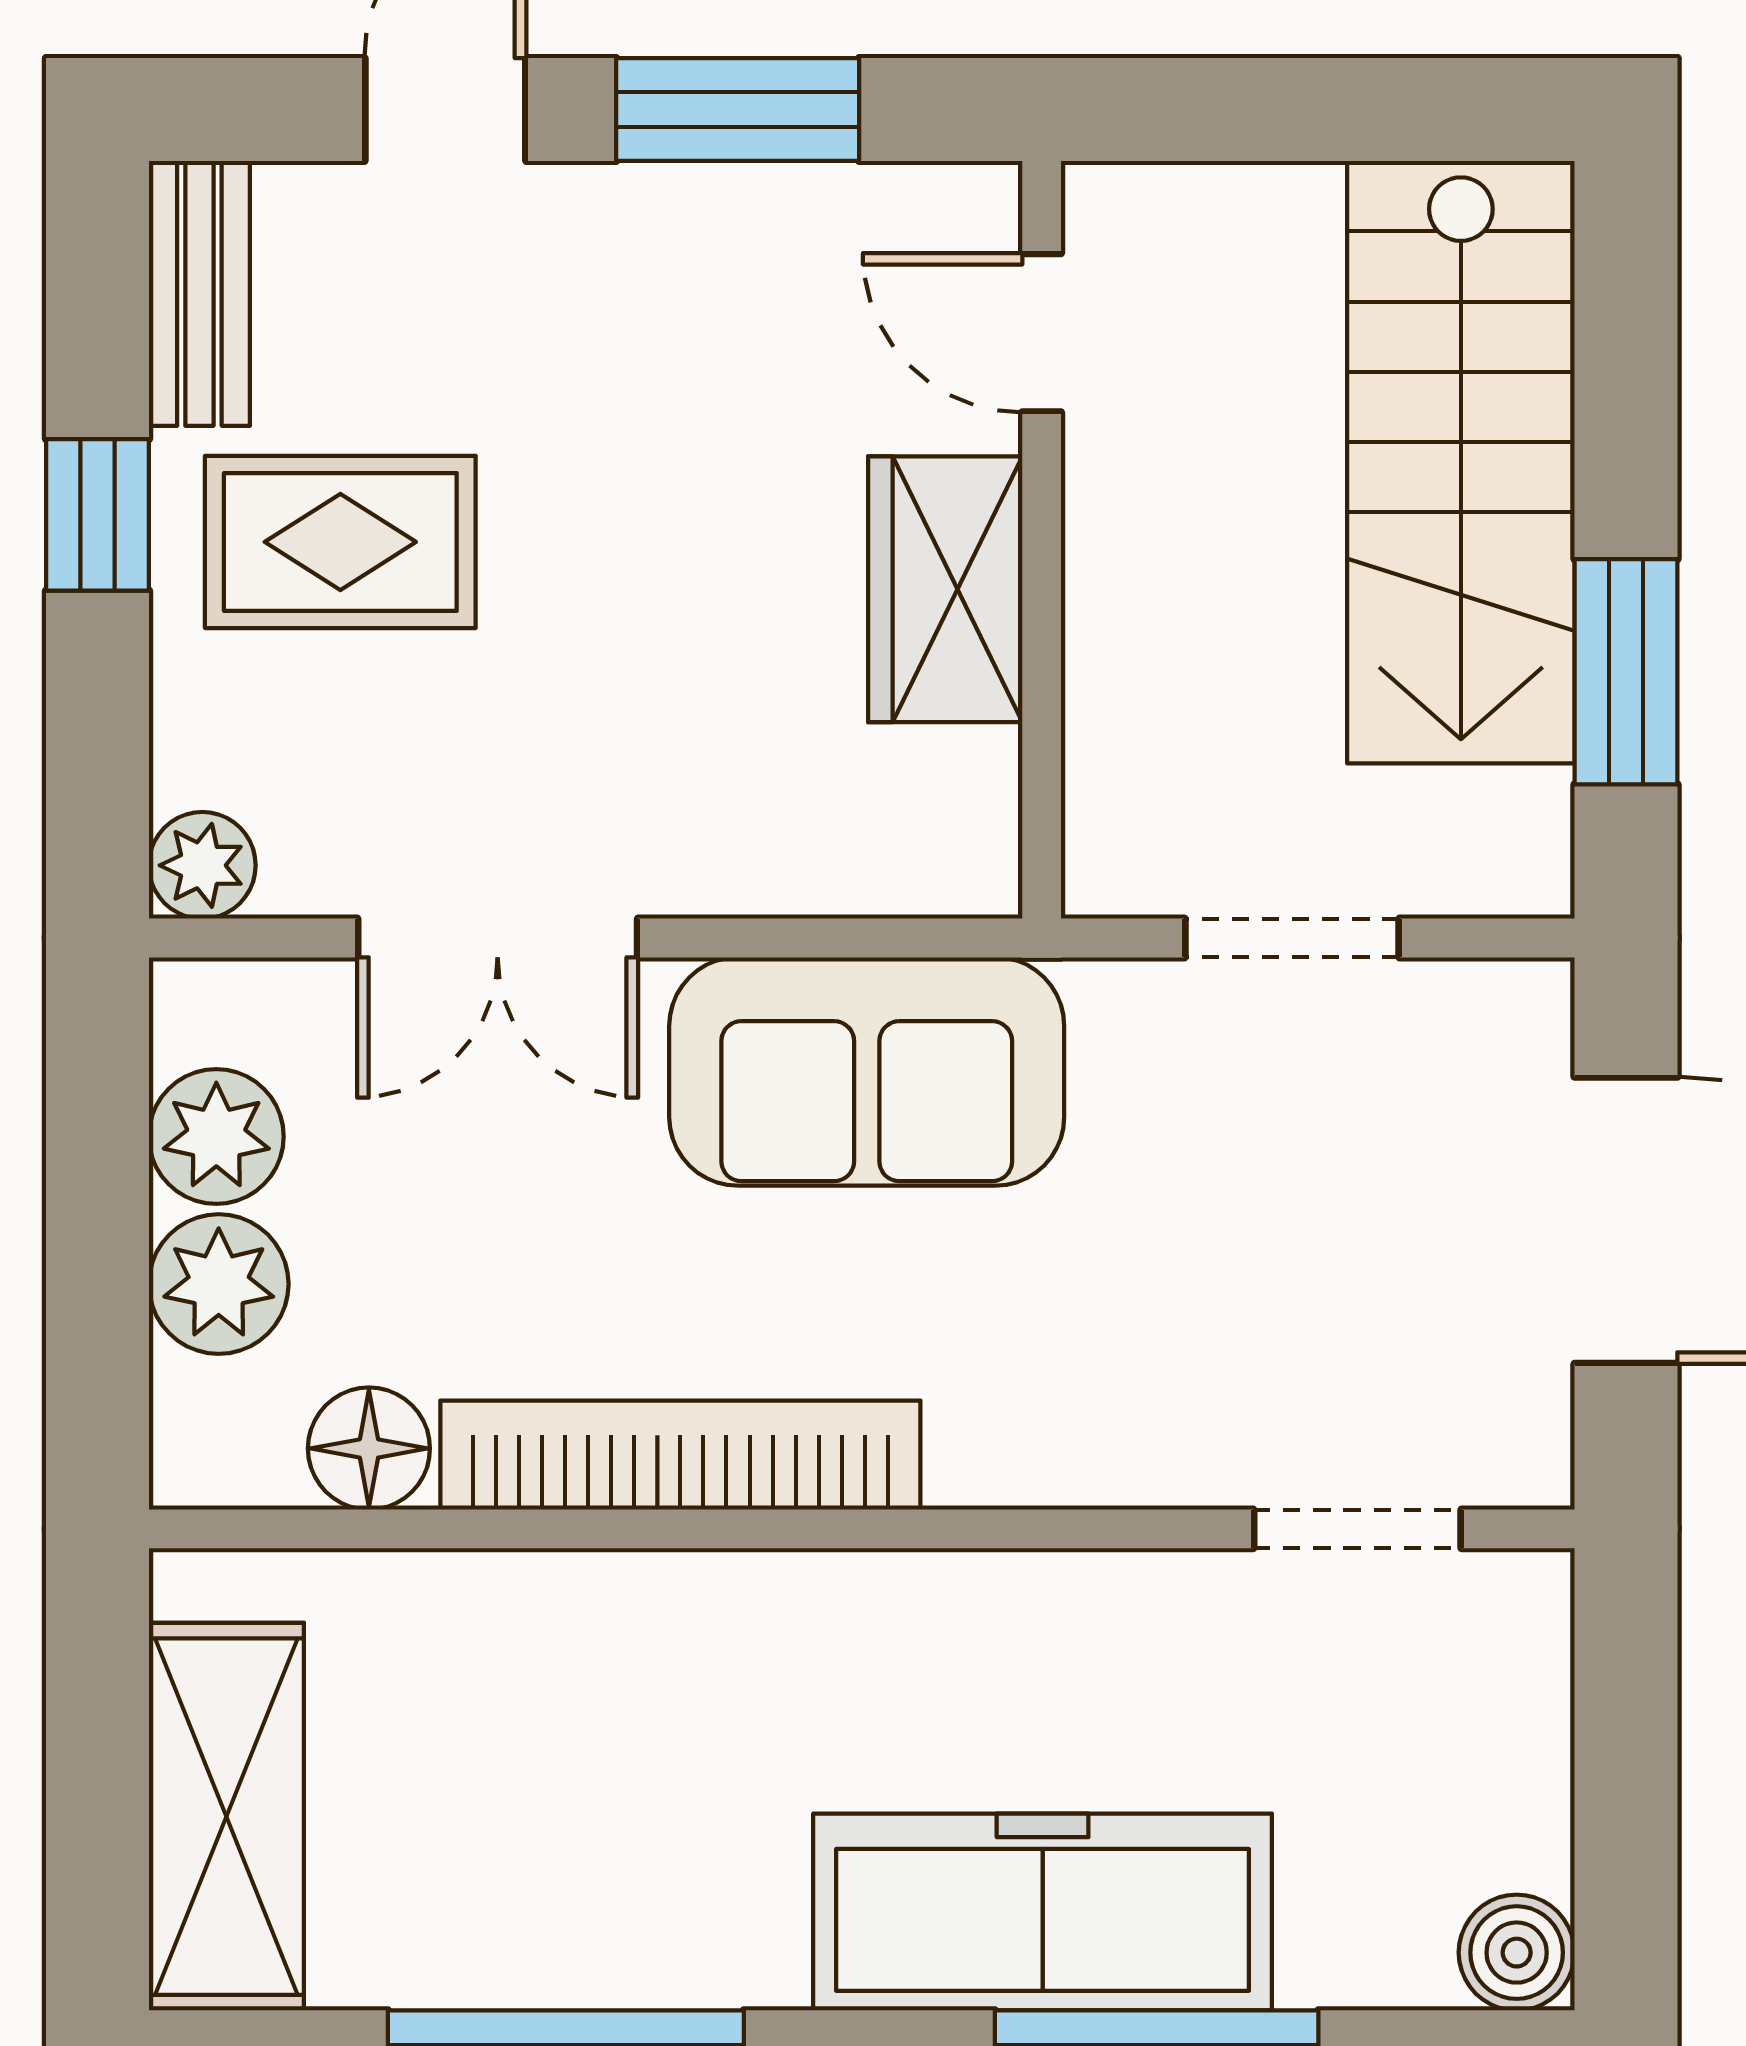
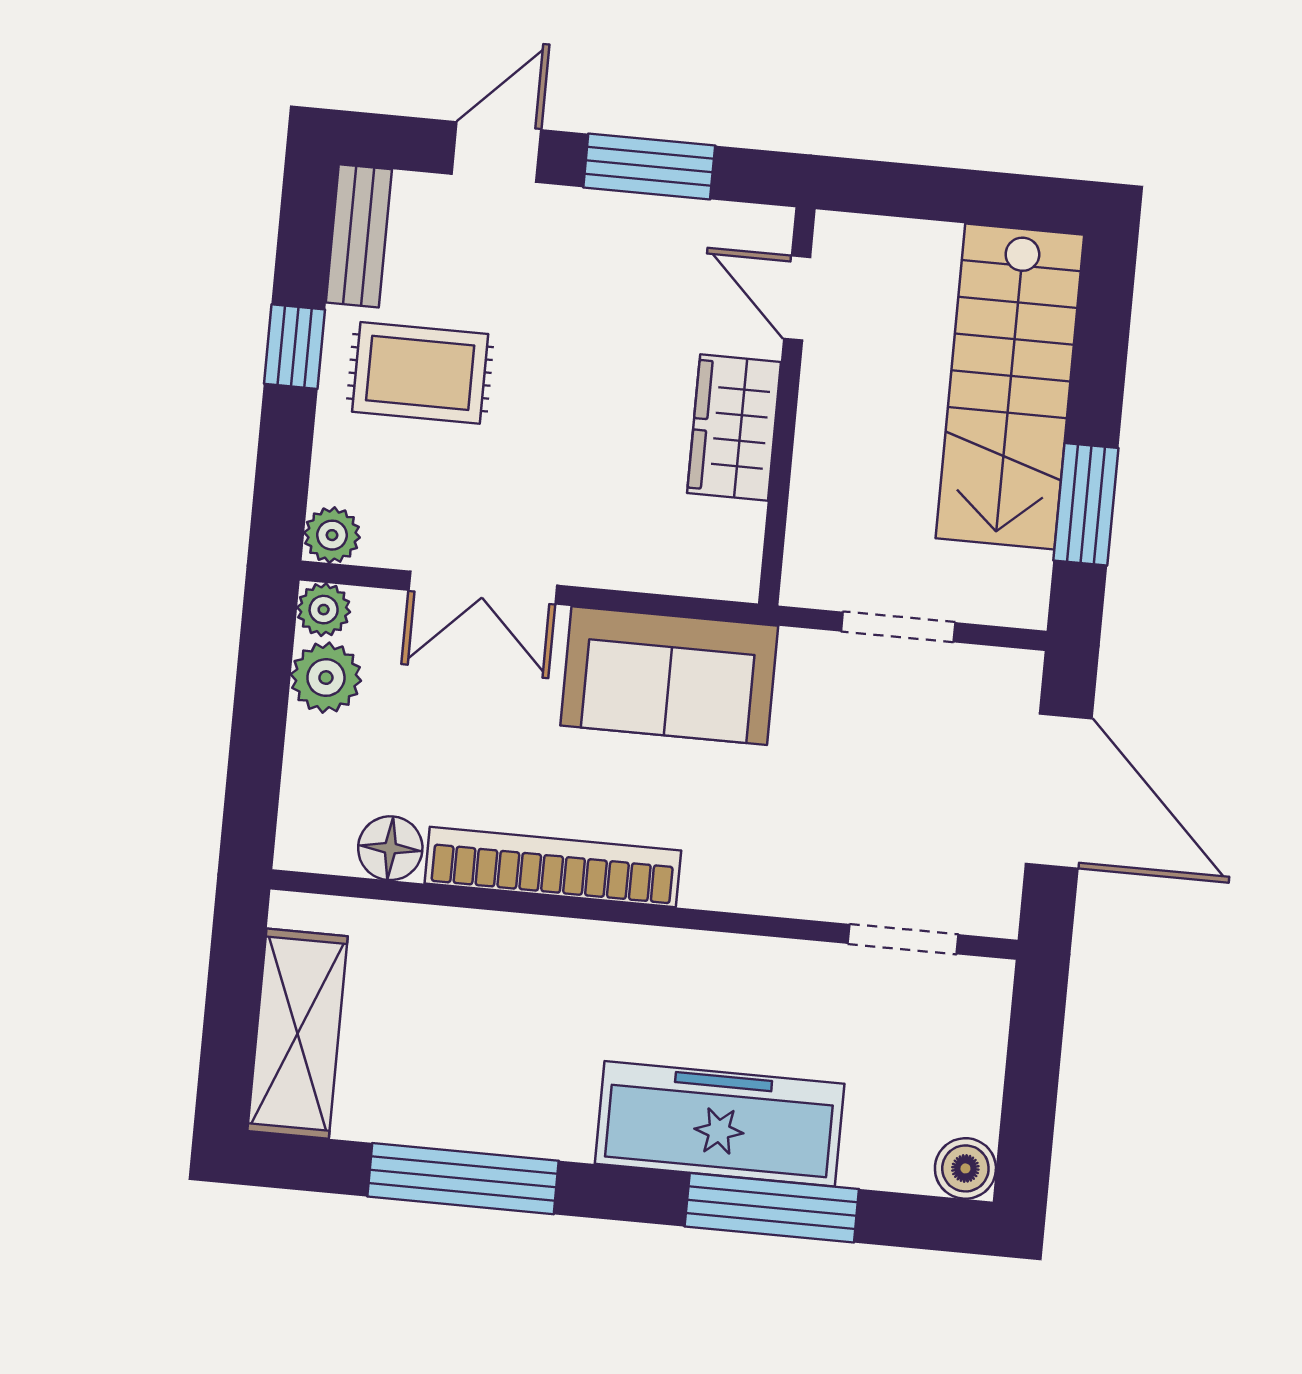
plant: (219, 1284) -> (324, 610), moved, width x0.73, depth x0.73

